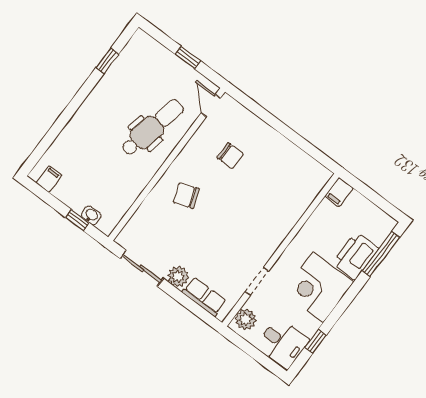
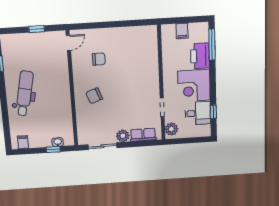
door: (211, 106) -> (68, 43), swing flipped
dental chair: (152, 128) -> (25, 93), moved
filing cabinet: (339, 192) -> (182, 31), moved
desk: (283, 343) -> (198, 113), moved

